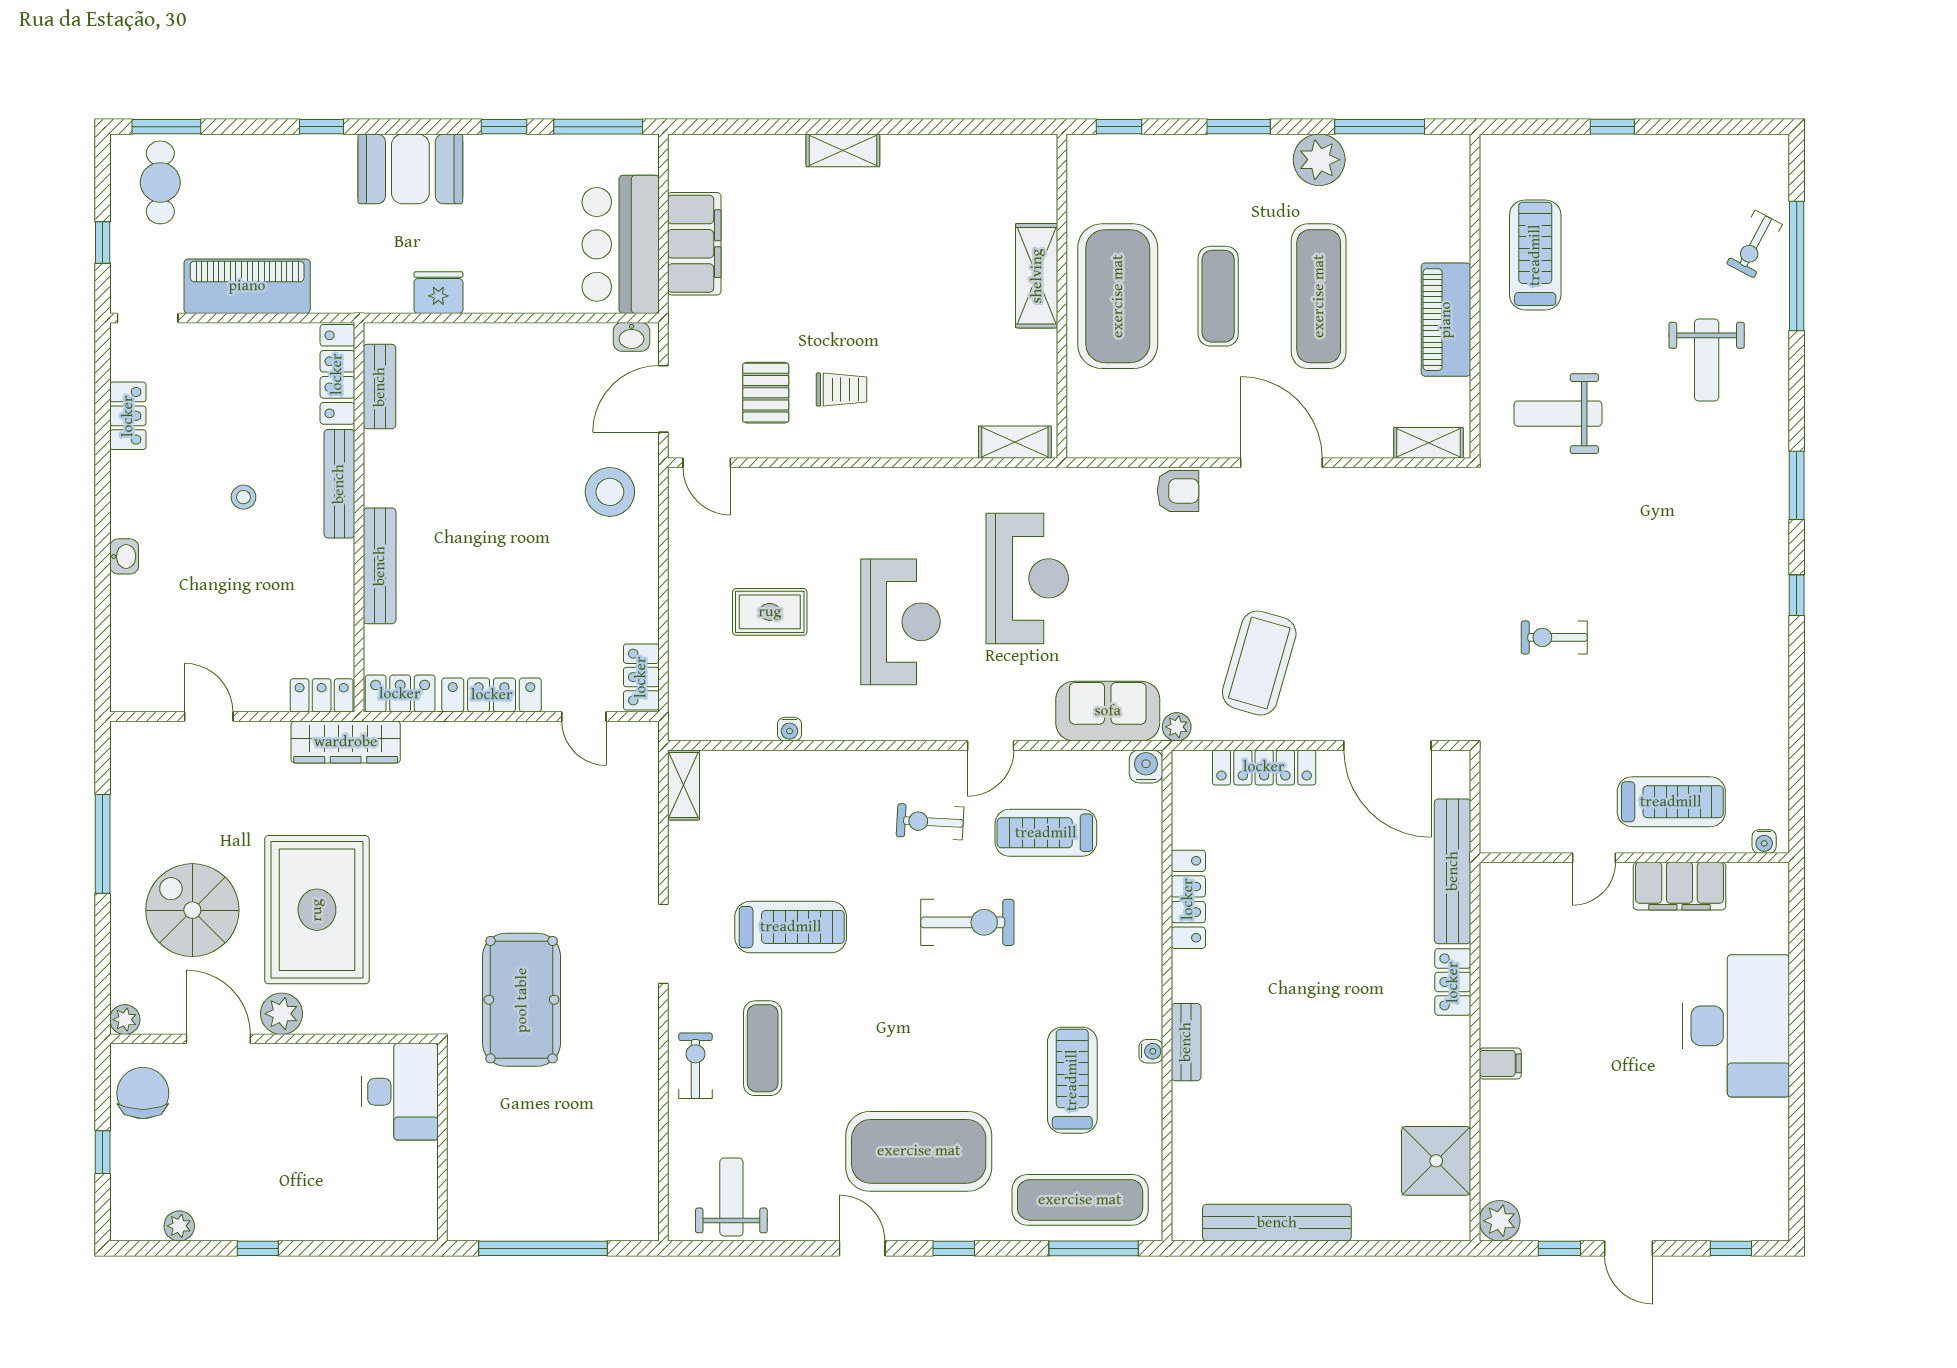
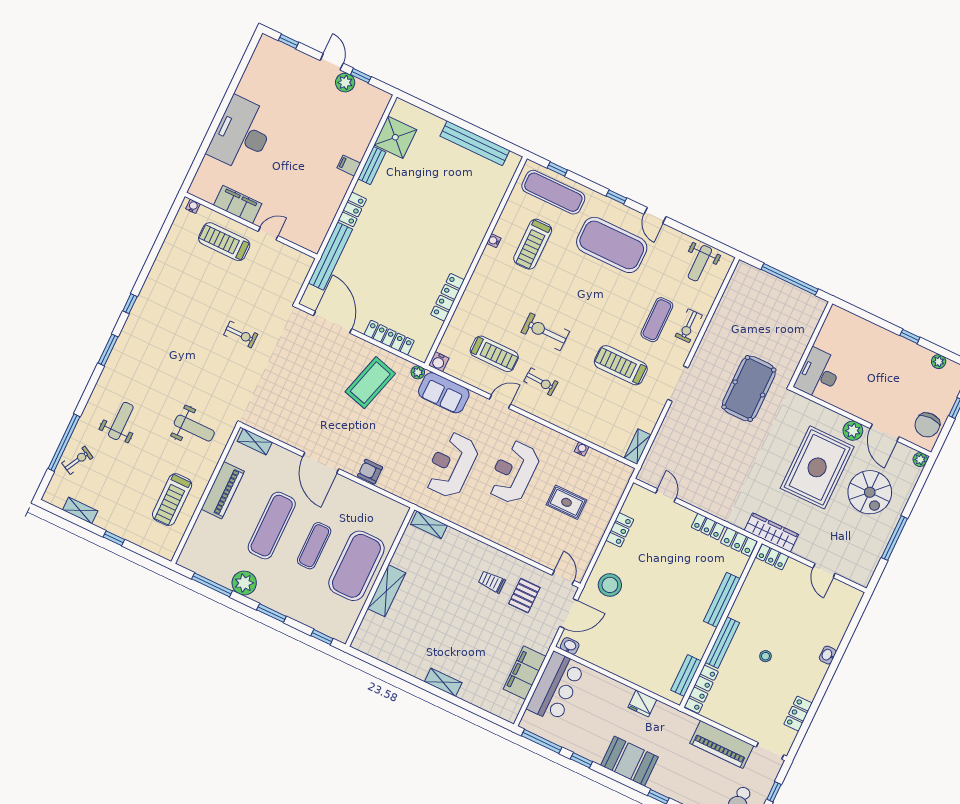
shelving: (1703, 149) -> (80, 510), added
locker: (641, 677) -> (620, 530), moved
locker: (492, 695) -> (708, 527), width x0.66
bench: (1186, 1042) -> (372, 165), moved
plant: (1500, 1221) -> (345, 83), moved
window: (1094, 1248) -> (557, 169), width x0.46

